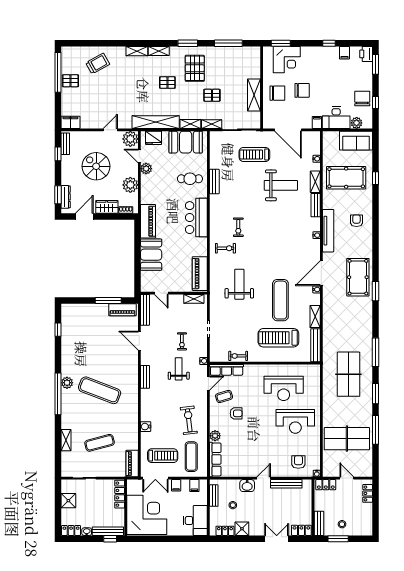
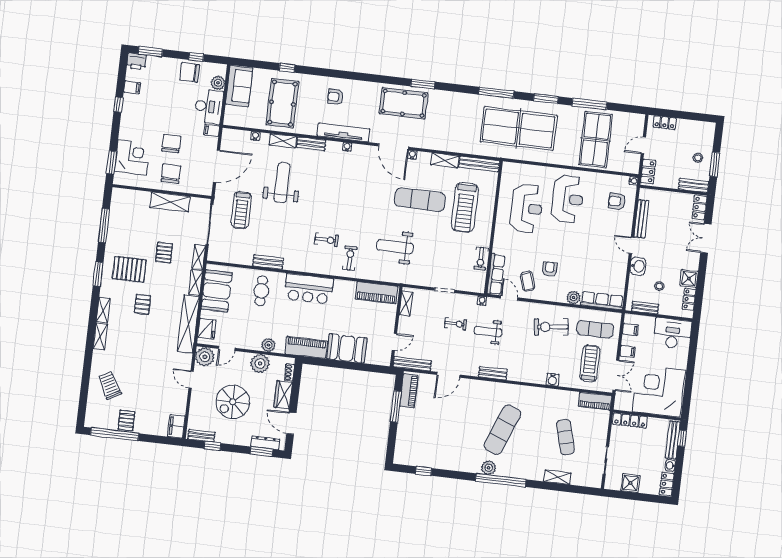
plant: (146, 169) -> (268, 345), moved
table tennis table: (348, 374) -> (519, 128), width x1.36, depth x1.32

